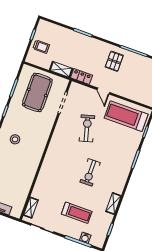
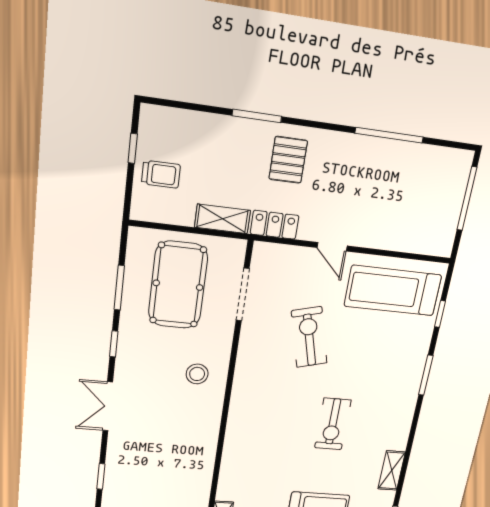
pallet: (114, 61) -> (288, 160), moved
stool: (15, 139) -> (197, 374), moved

